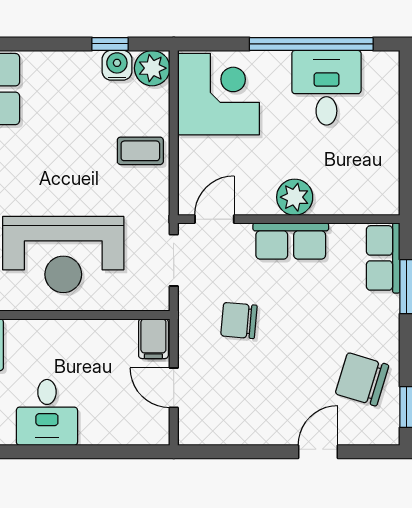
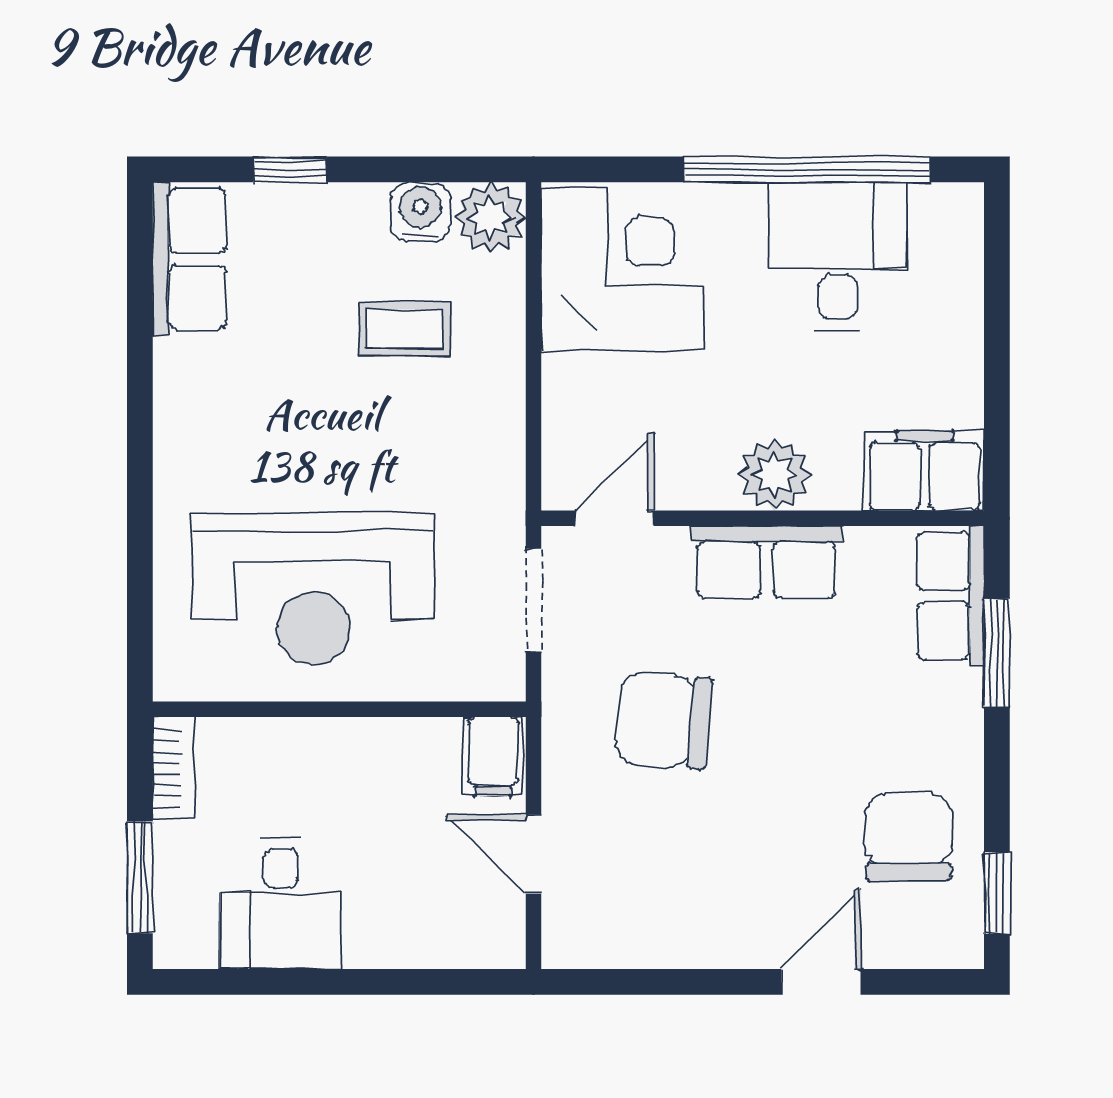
window: (110, 44) -> (290, 169), moved
coffee table: (140, 151) -> (405, 329), moved
filing cabinet: (370, 195) -> (925, 471), added
chair: (239, 321) -> (663, 720), width x1.37, depth x1.37
chair: (362, 379) -> (908, 838), turned 73

